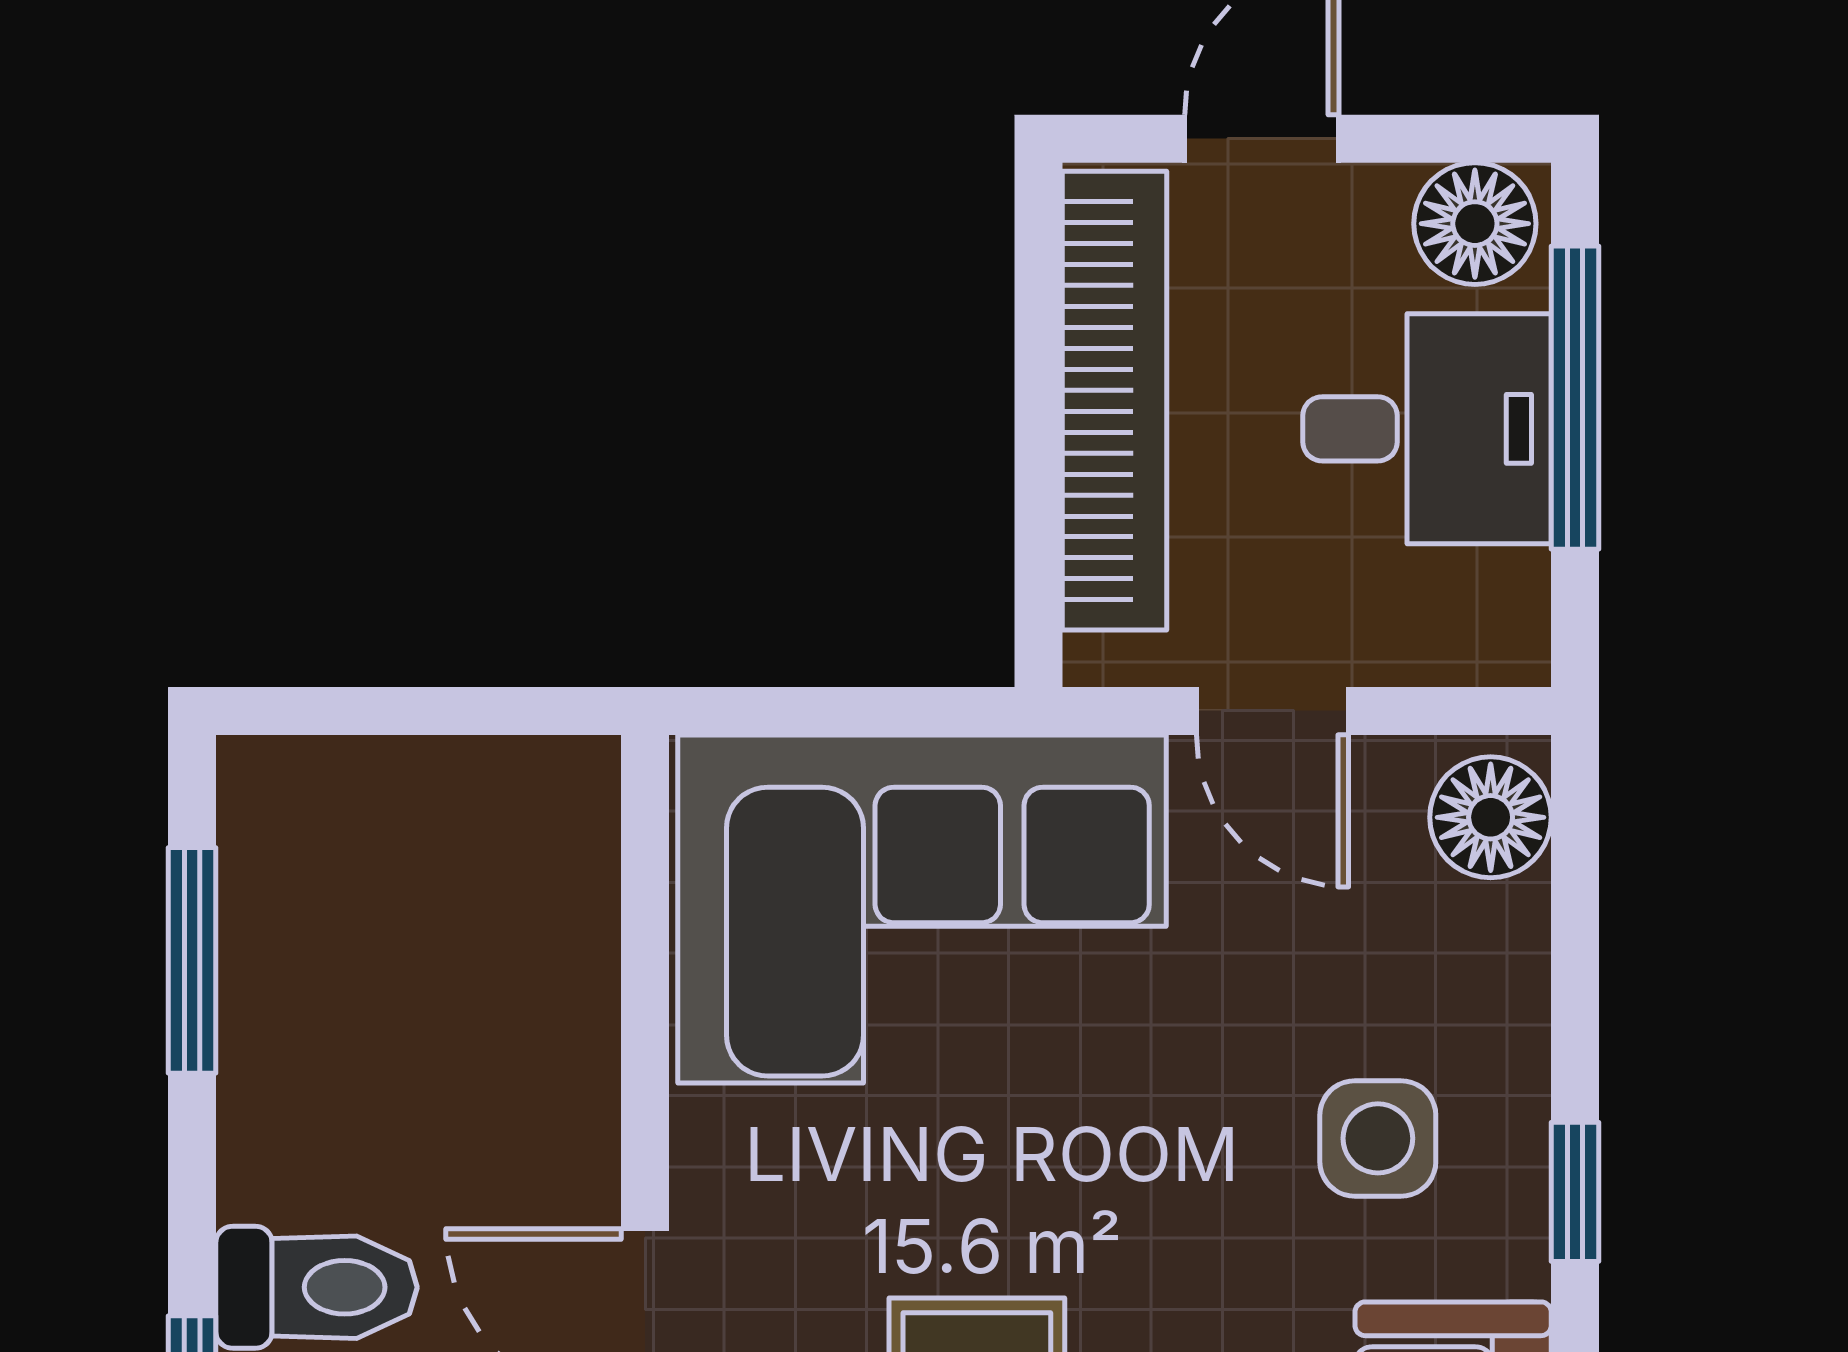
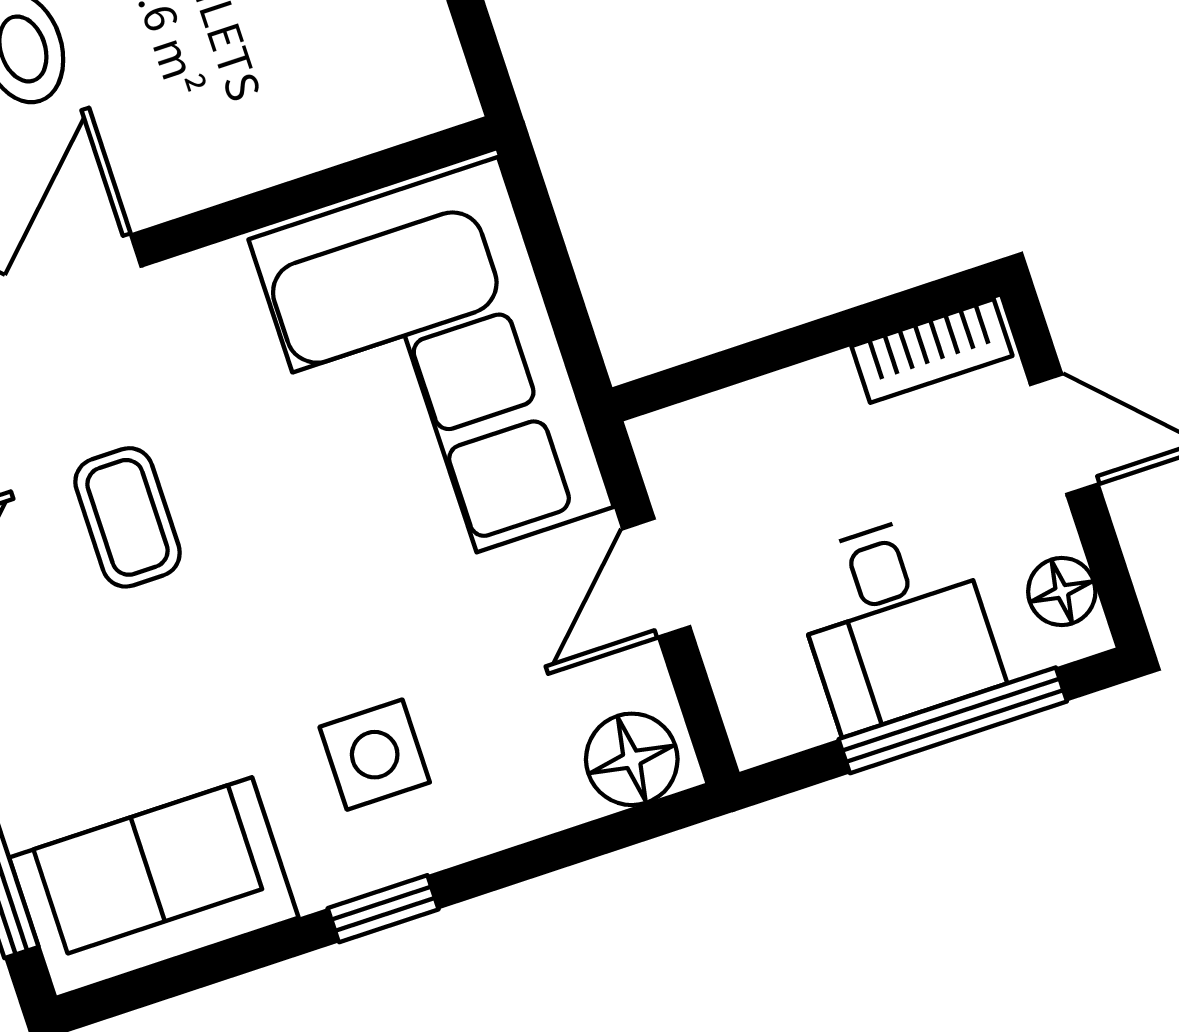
floor lamp: (1475, 224) -> (1062, 592), width x0.73, depth x0.73
bookcase: (1114, 401) -> (932, 351), width x0.43, depth x0.76

